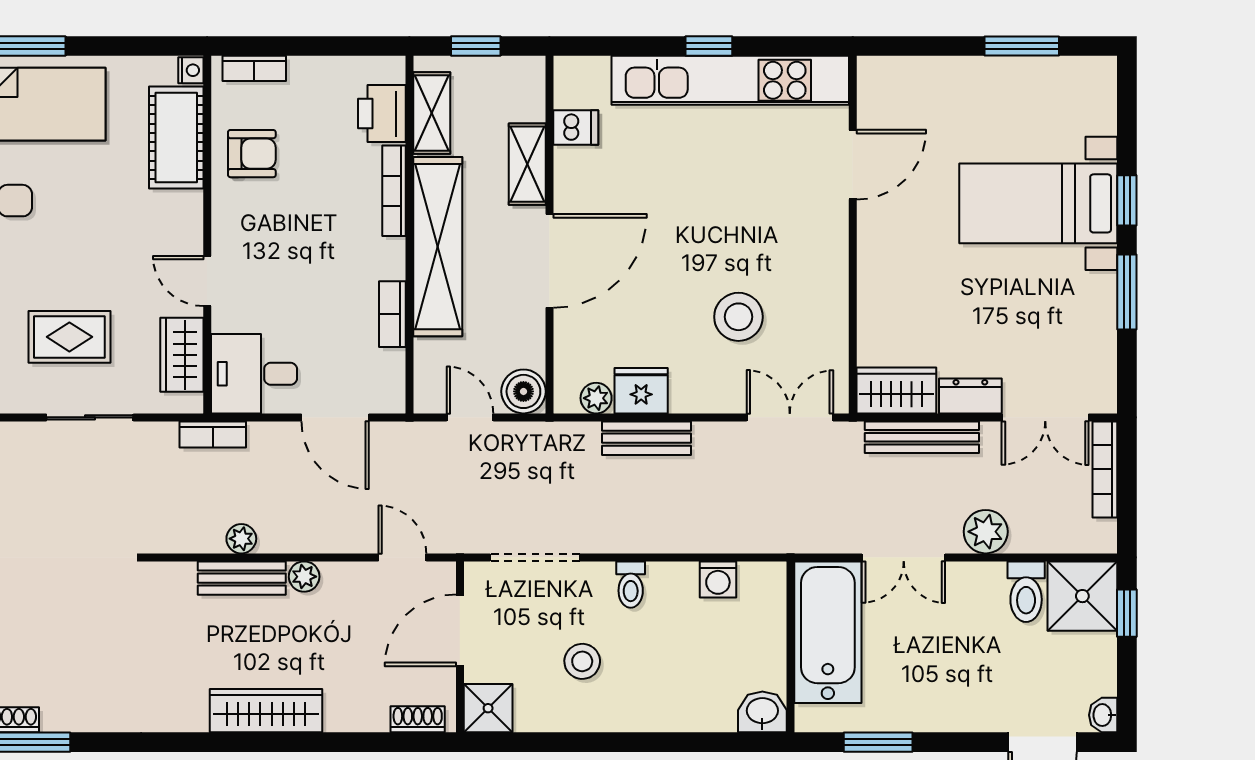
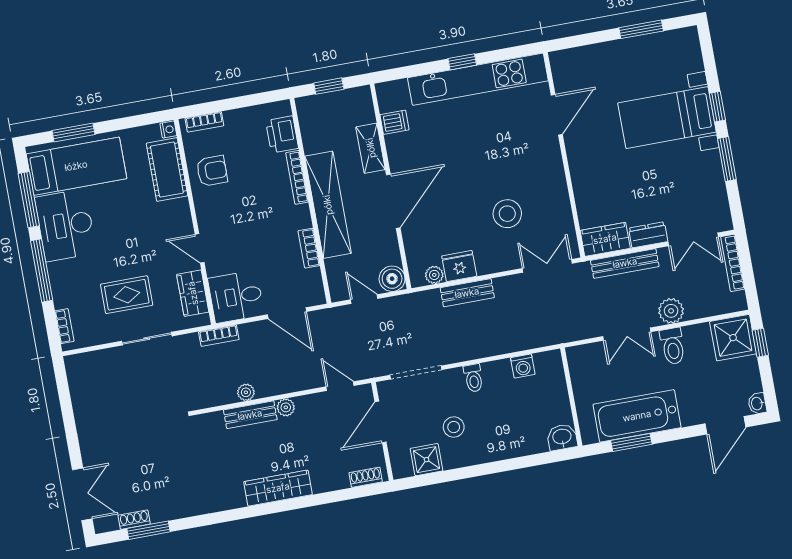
shelving: (432, 113) -> (311, 129), removed
toilet: (1026, 592) -> (673, 346), moved
bathtub: (828, 632) -> (637, 416), moved, turned -90
shower: (488, 708) -> (426, 460), moved

